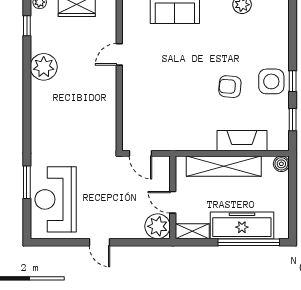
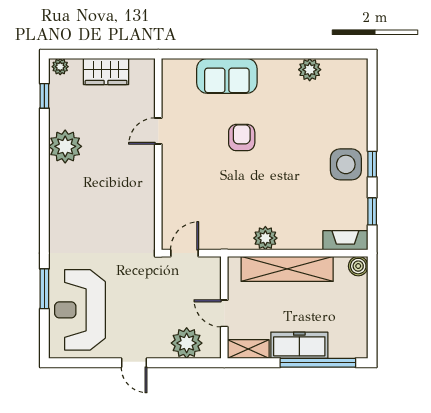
armchair: (230, 87) -> (242, 138), moved, turned 85
plant: (206, 141) -> (265, 238), added
fireplace: (242, 141) -> (345, 240), moved, width x0.73, depth x0.76
door: (141, 153) -> (185, 253), swing flipped
freezer: (242, 225) -> (299, 345), width x0.73, depth x0.79
plant: (158, 226) -> (187, 343), moved

